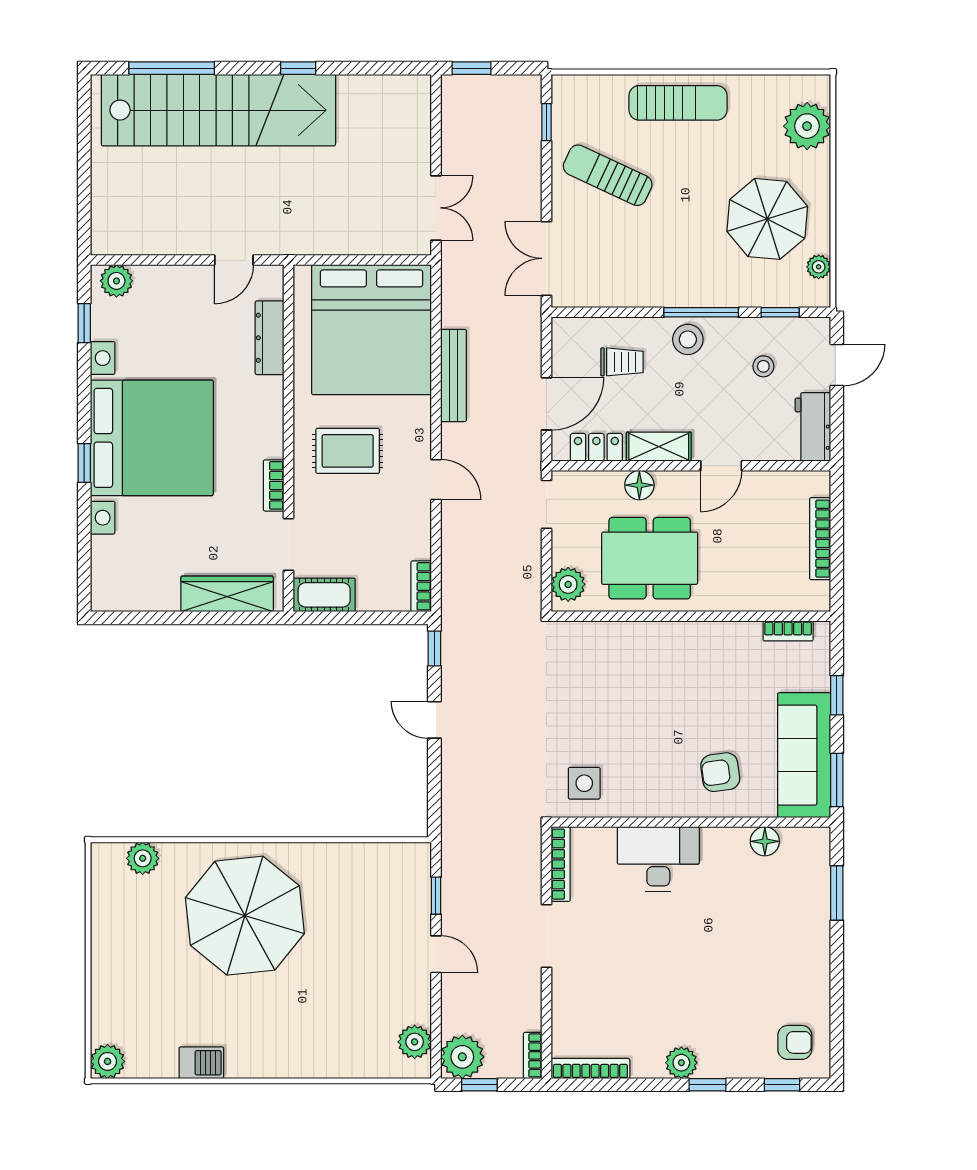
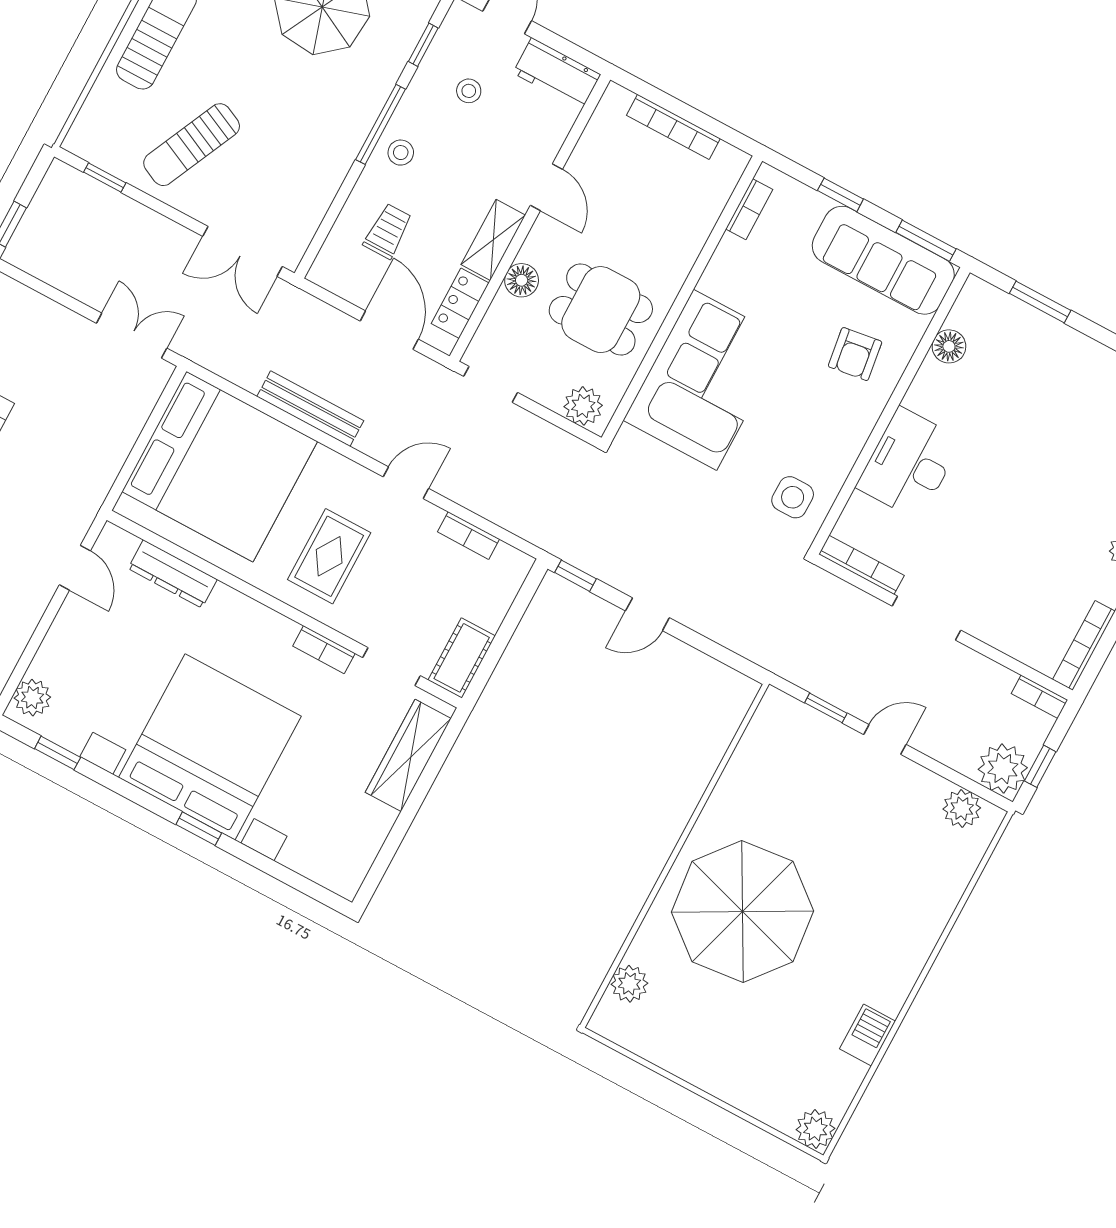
stool: (688, 339) -> (401, 153), width x0.73, depth x0.73
dining table: (650, 558) -> (601, 310), width x0.73
bookcase: (421, 586) -> (469, 535), moved
corner sofa: (639, 667) -> (705, 380), added

